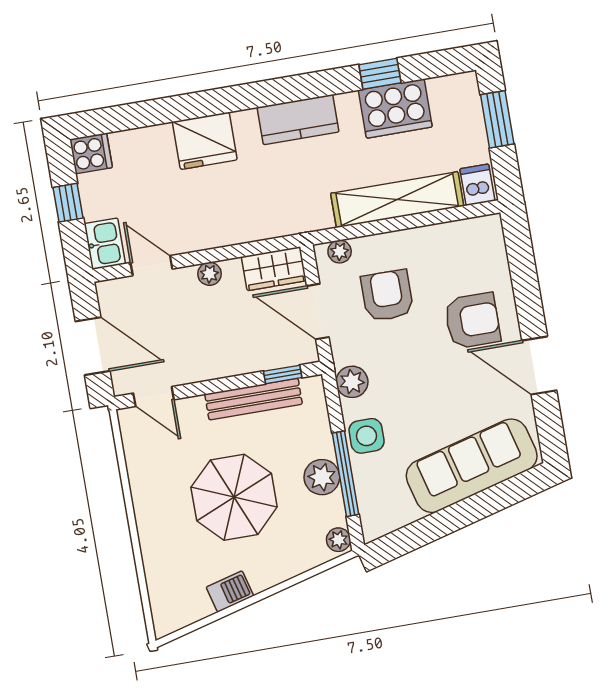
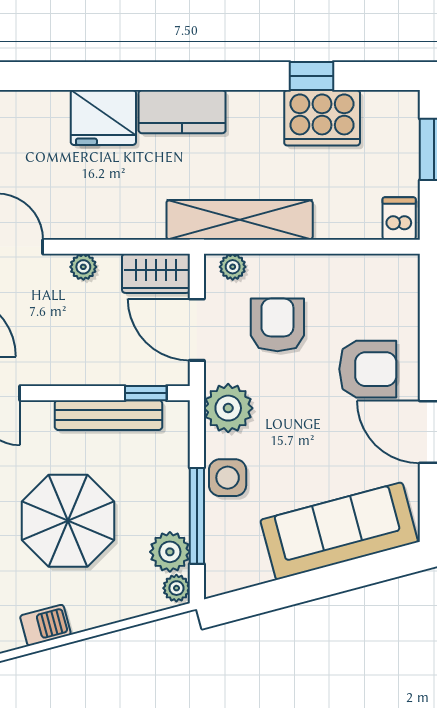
kitchen counter: (298, 120) -> (182, 112), moved
shelving: (397, 200) -> (240, 220), moved
plant: (352, 382) -> (228, 408), width x1.36, depth x1.36
plant: (322, 477) -> (170, 552), moved

